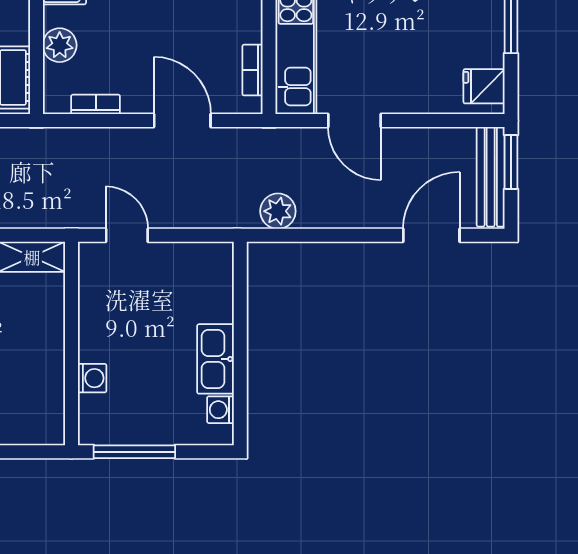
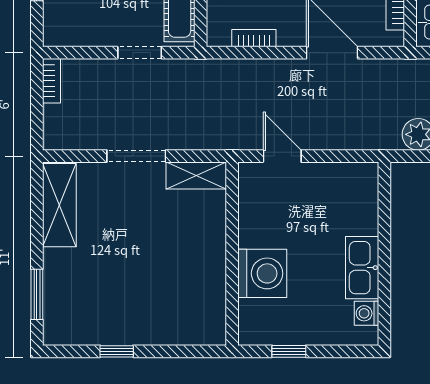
washing machine: (92, 378) -> (262, 273), width x1.89, depth x1.89
window: (134, 452) -> (289, 351), width x0.46

